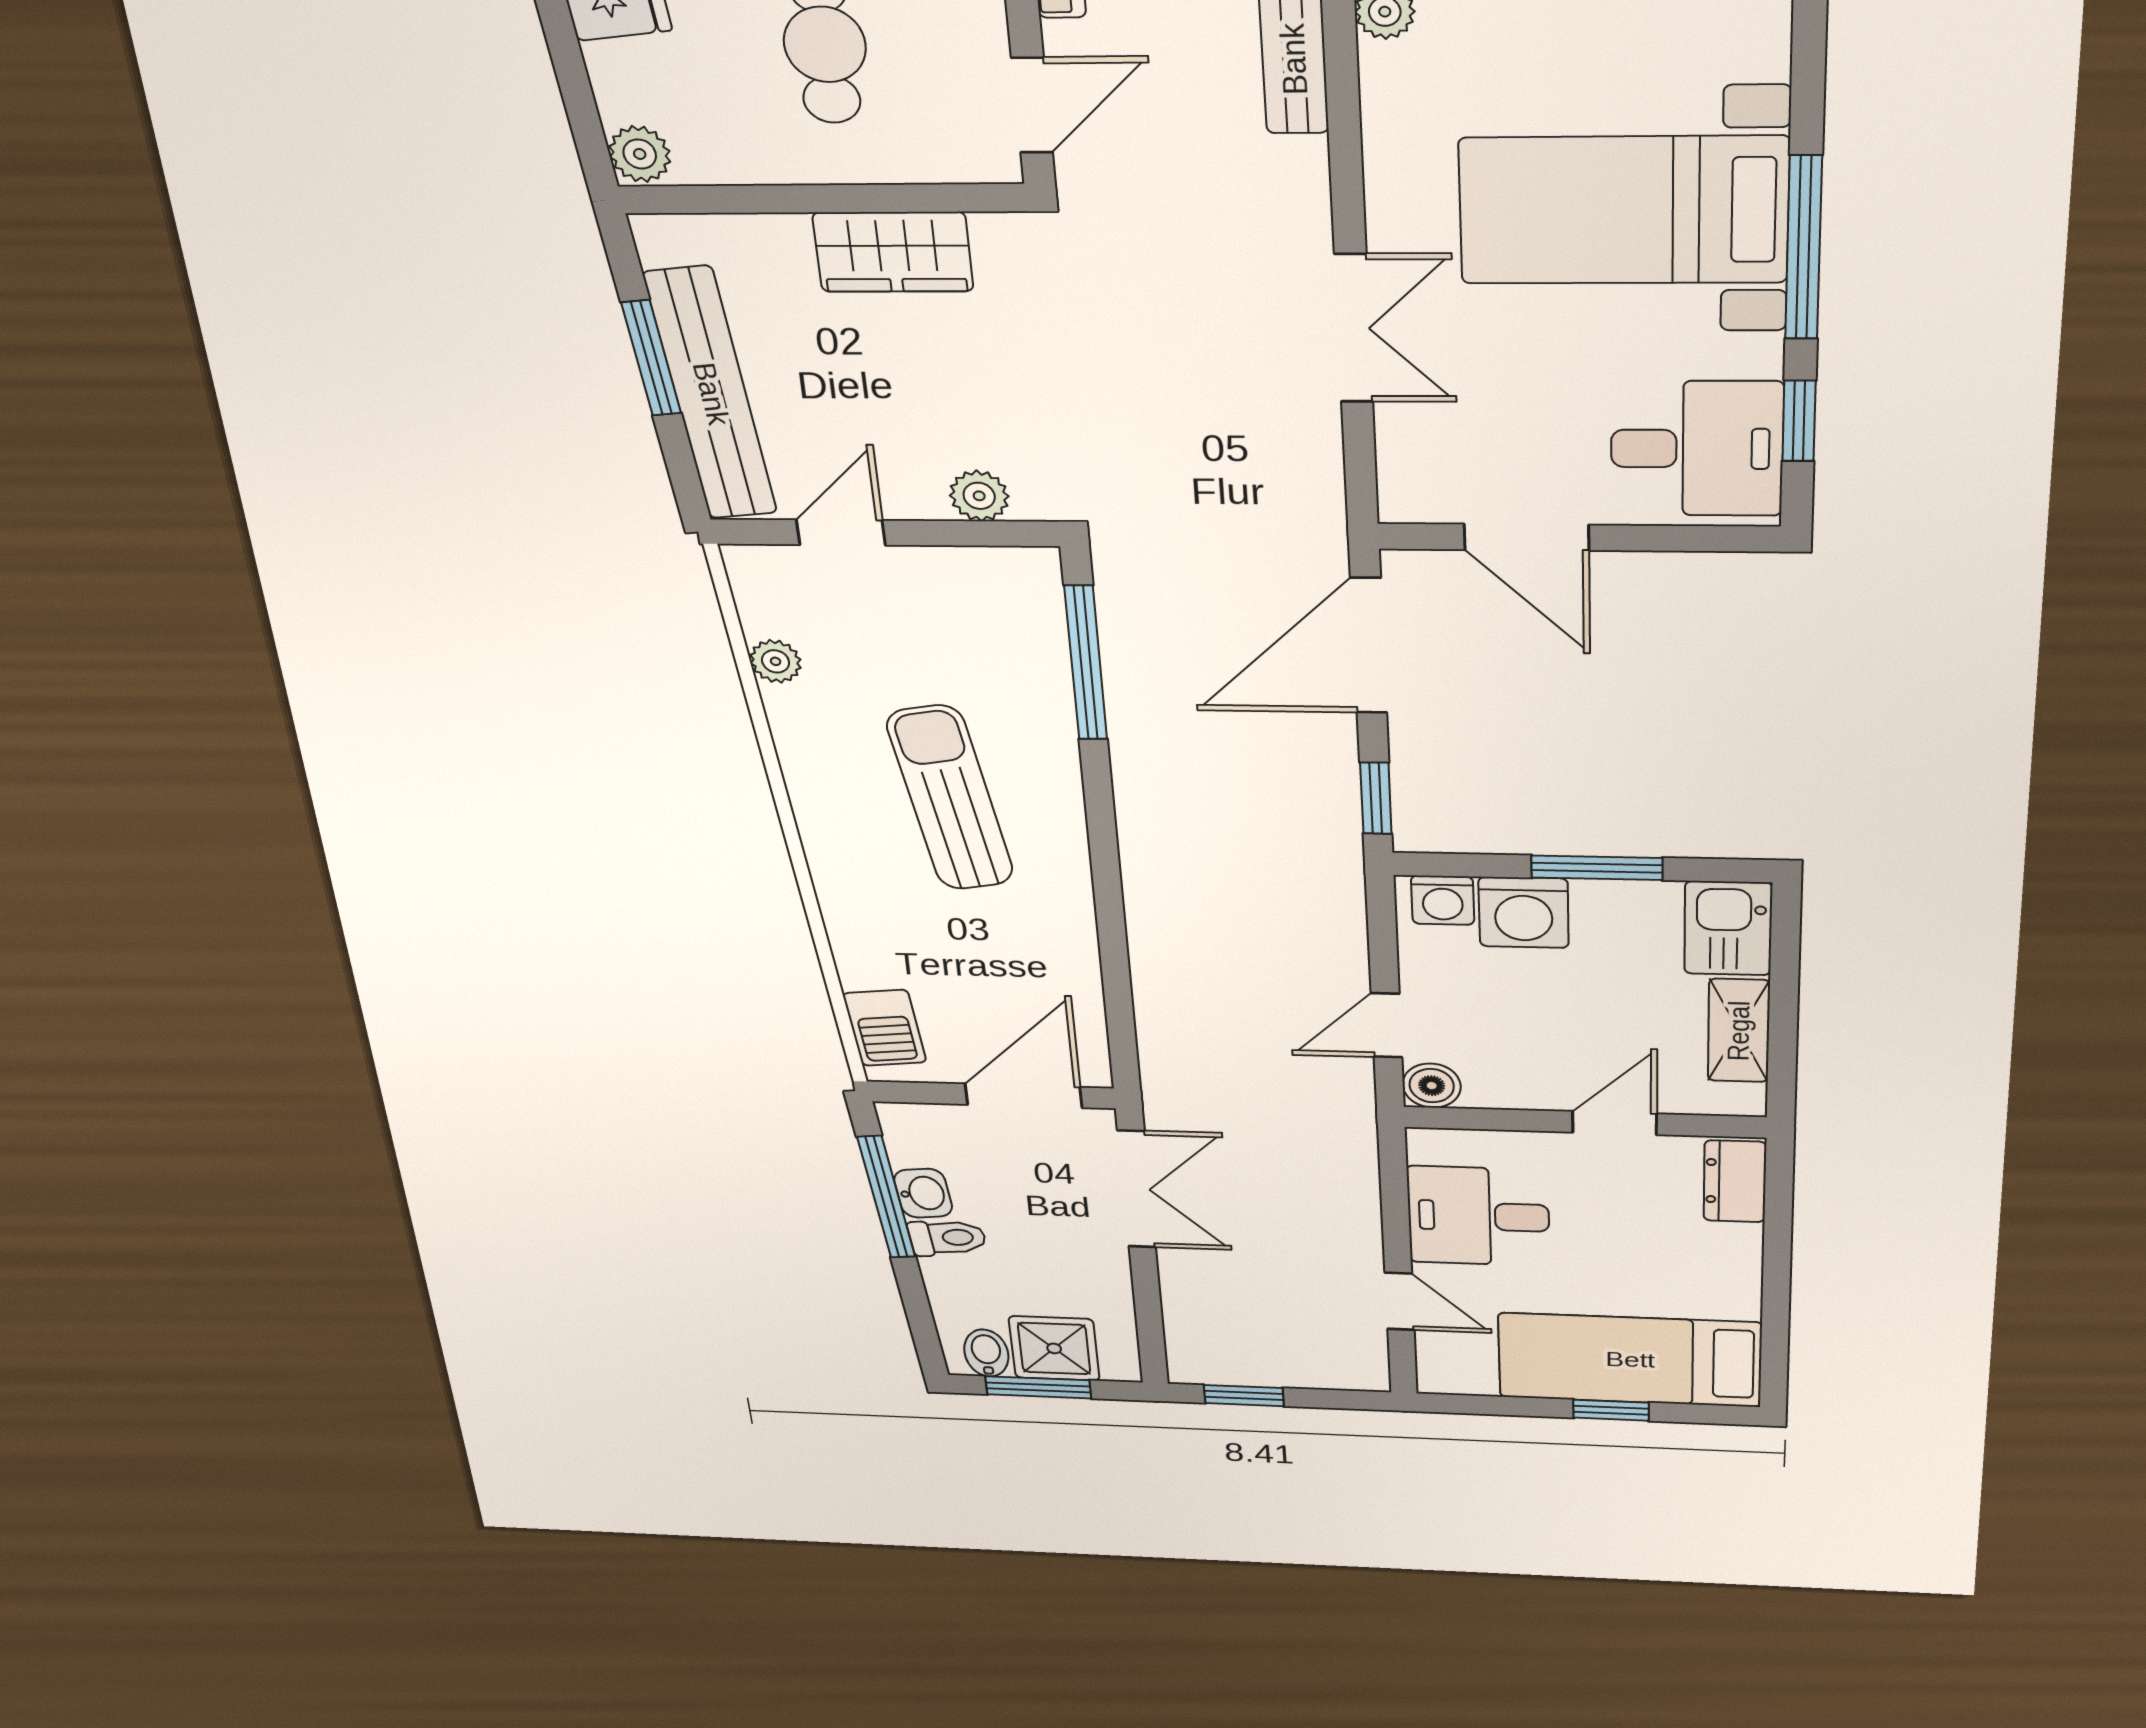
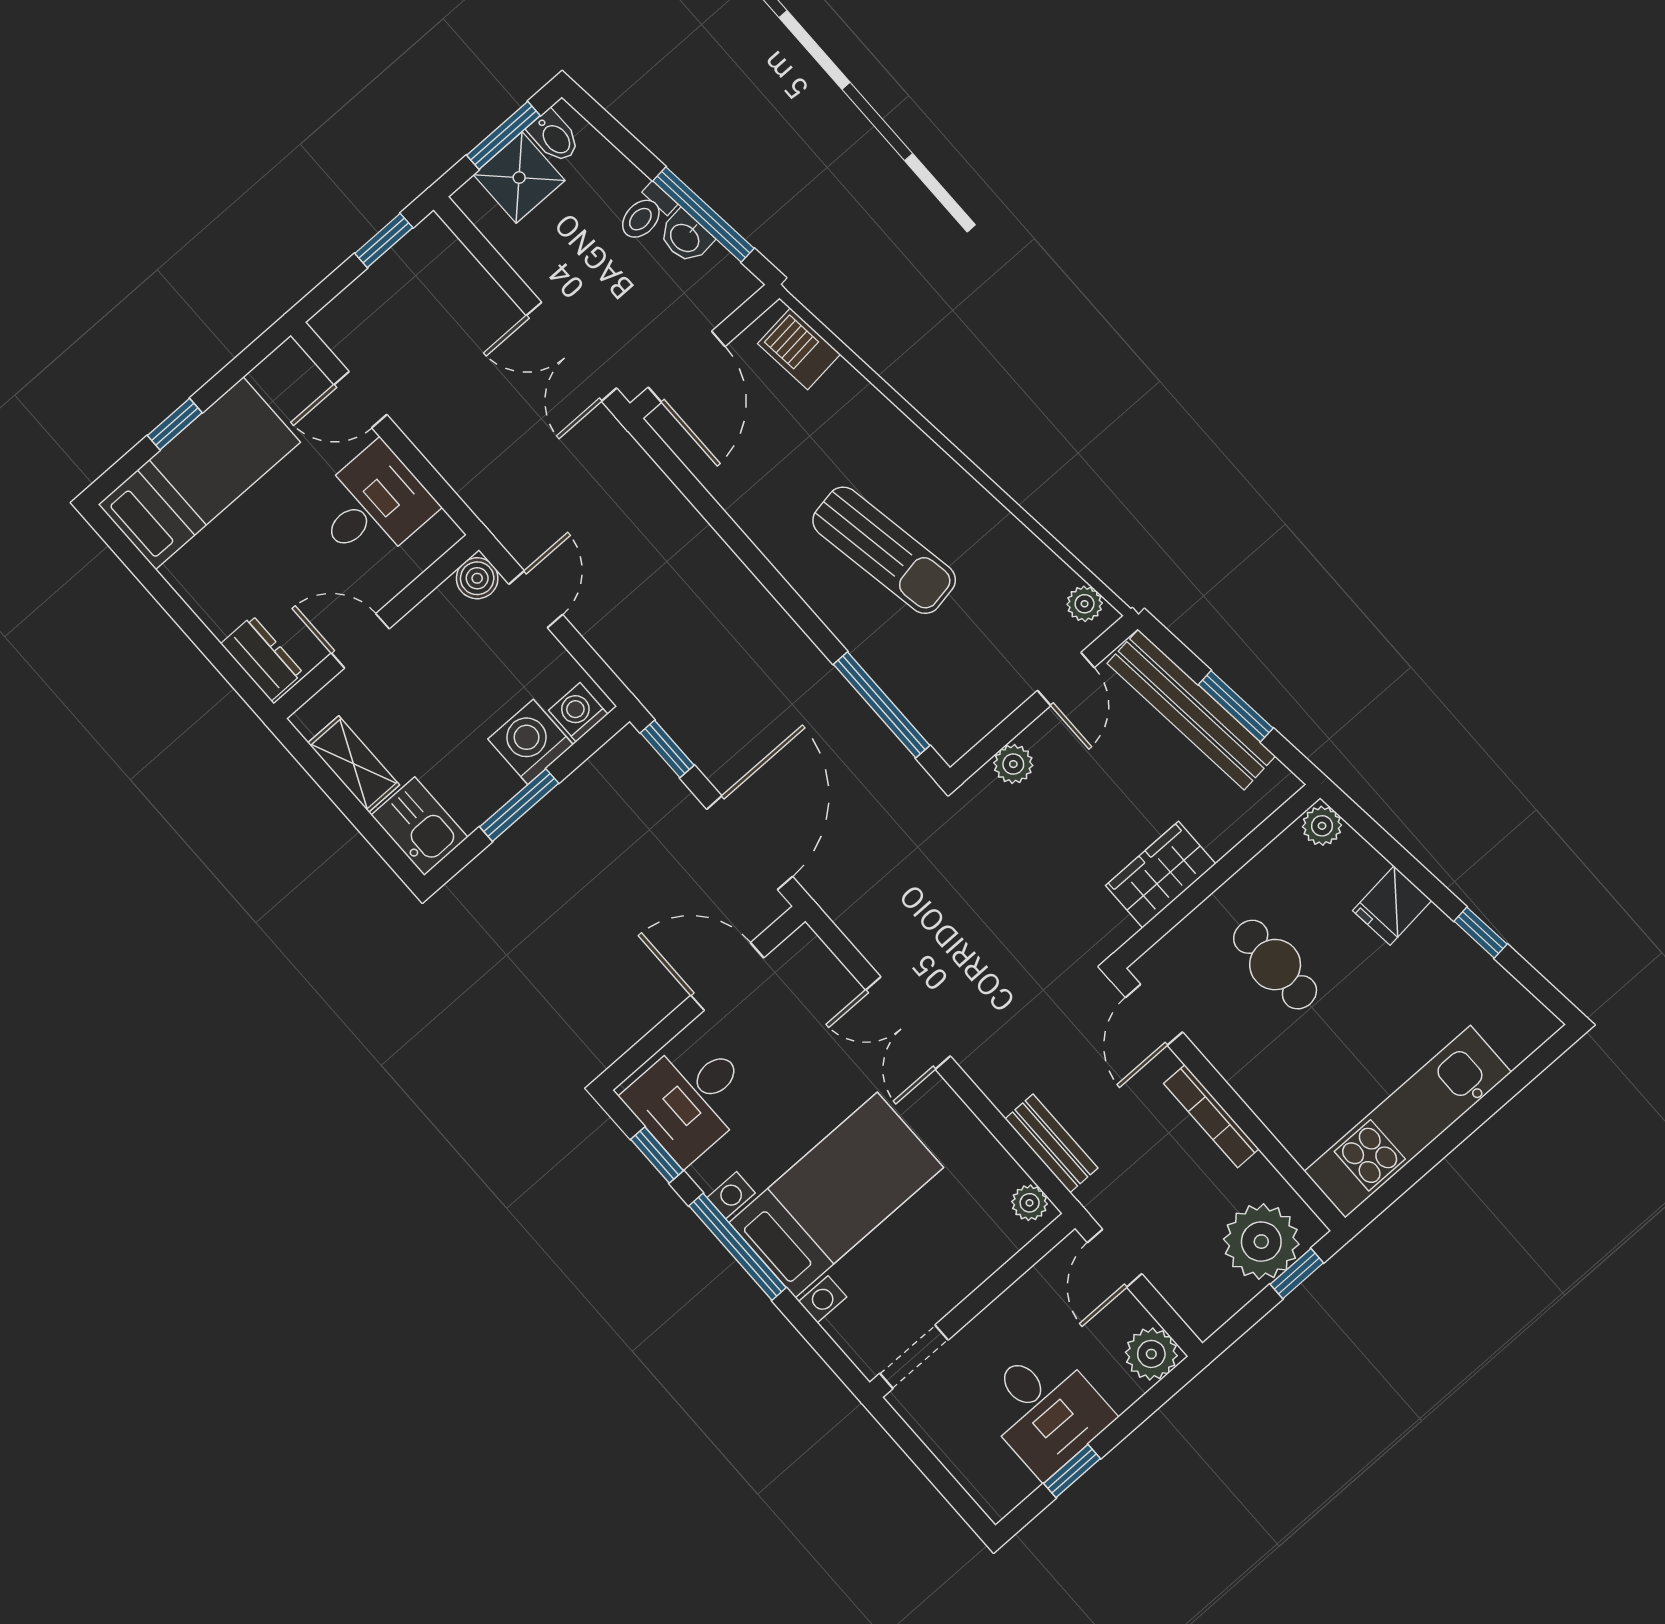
plant: (776, 661) -> (1085, 604), moved
door: (1615, 1123) -> (360, 641), swing flipped

